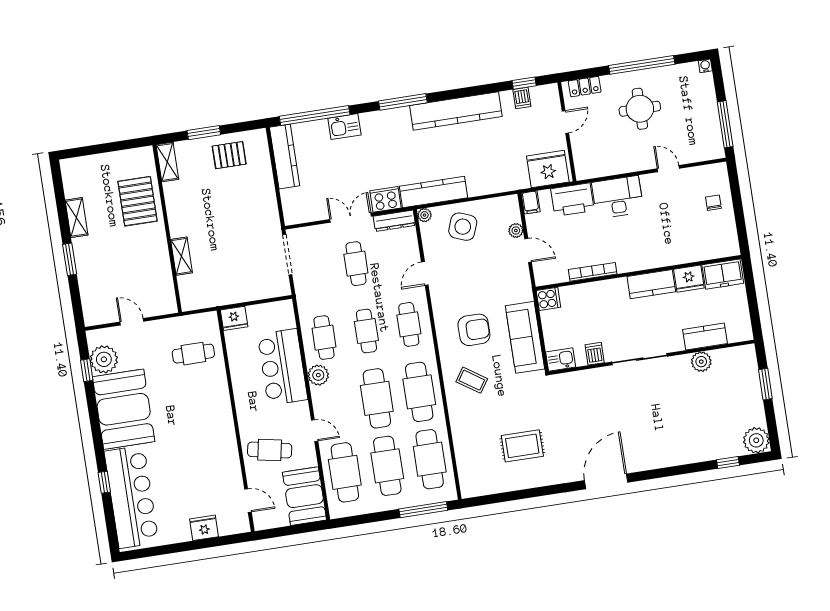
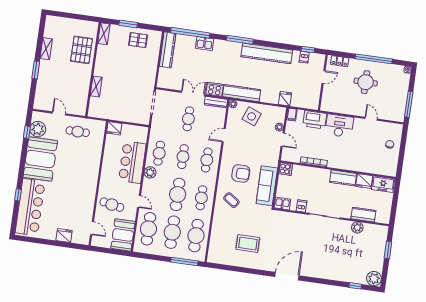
fridge: (548, 169) -> (285, 99), moved, width x0.53, depth x0.75
cafe table: (193, 354) -> (78, 132), moved
cafe table: (419, 392) -> (201, 198), width x0.73, depth x0.74

